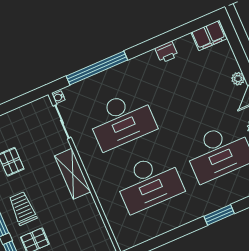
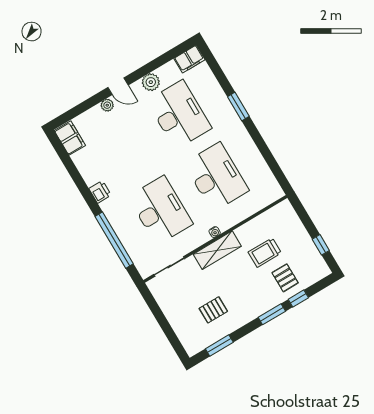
printer: (166, 52) -> (100, 192), moved
water cooler: (59, 97) -> (215, 232), moved
trolley: (23, 208) -> (265, 253), moved

